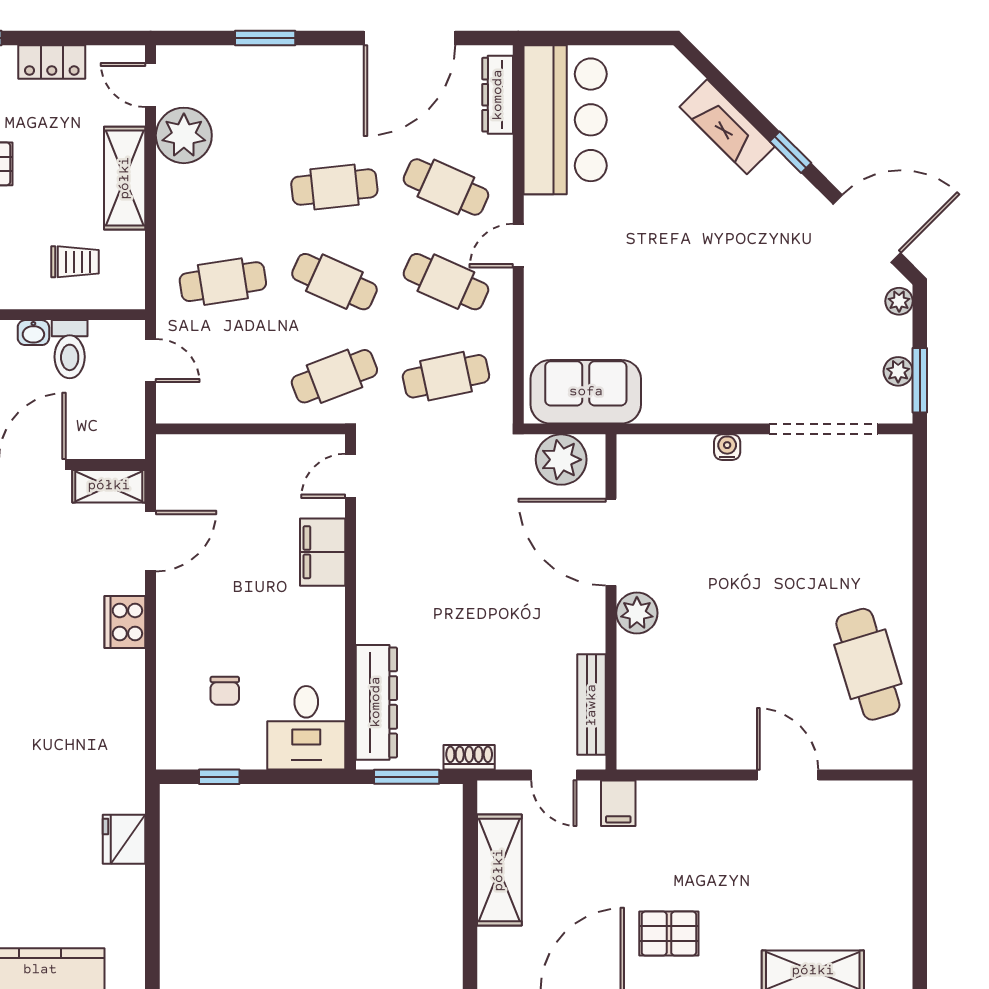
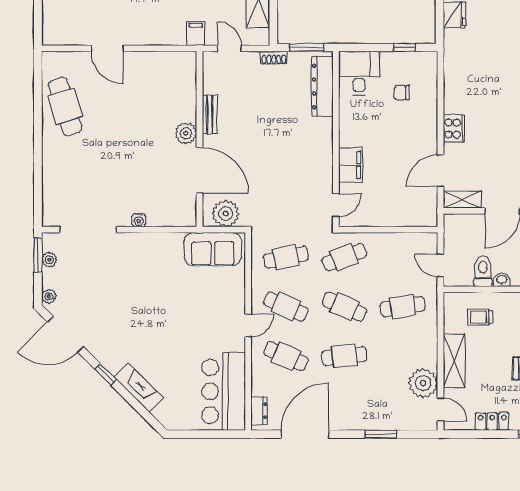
dresser: (498, 95) -> (259, 411), width x0.70
chair: (225, 691) -> (402, 93), turned -90
bench: (592, 705) -> (210, 114), moved, width x0.73

